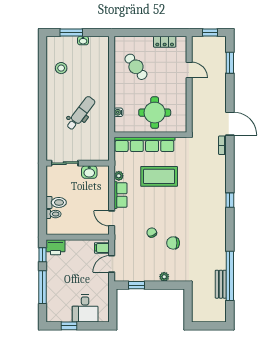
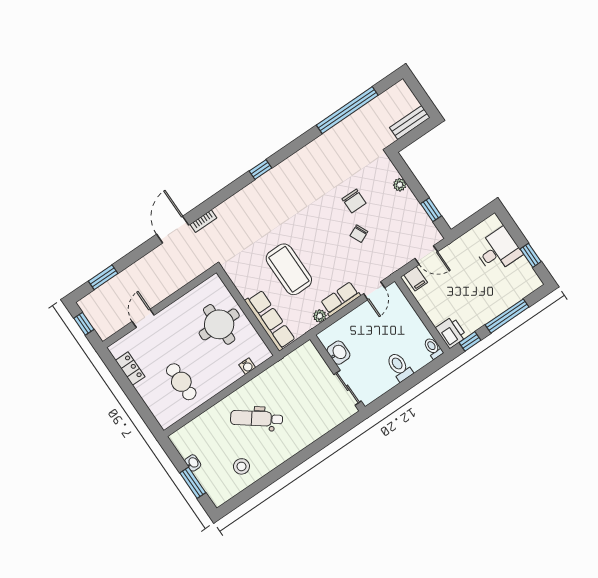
cafe table: (136, 67) -> (181, 382), turned -53
dental chair: (81, 113) -> (257, 418), moved
row of seats: (144, 144) -> (270, 320), width x0.73
toilet: (54, 214) -> (433, 348), moved
bench: (221, 284) -> (410, 123), moved

